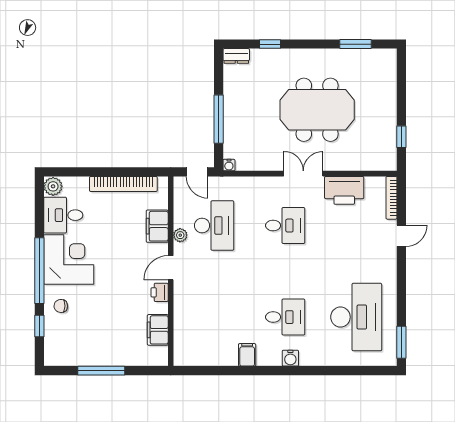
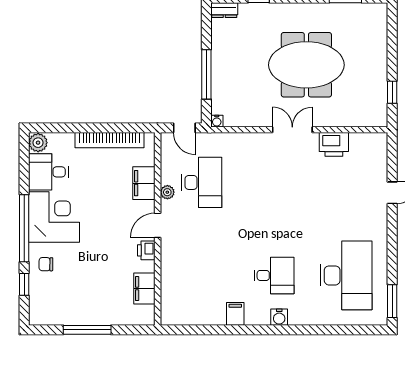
printer: (344, 190) -> (334, 144), width x0.73, depth x0.84
bookcase: (392, 198) -> (382, 154), removed
desk: (285, 226) -> (274, 182), removed

